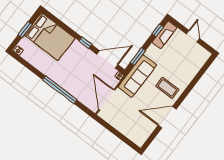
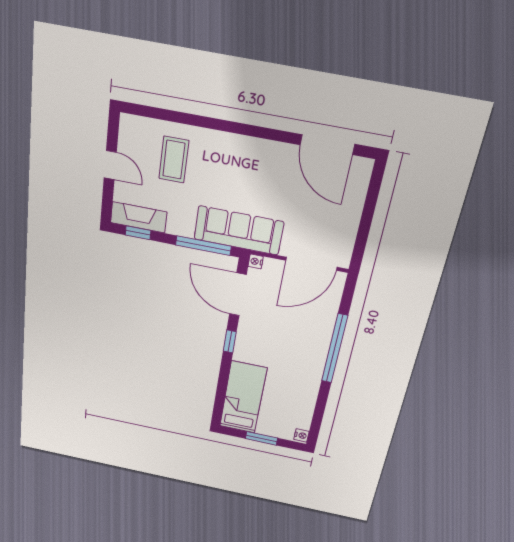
door: (193, 36) -> (110, 165), swing flipped
bed: (50, 37) -> (243, 397), width x0.67
window: (138, 57) -> (203, 246), width x1.44
coffee table: (167, 88) -> (174, 160), moved
door: (167, 117) -> (327, 145), moved

